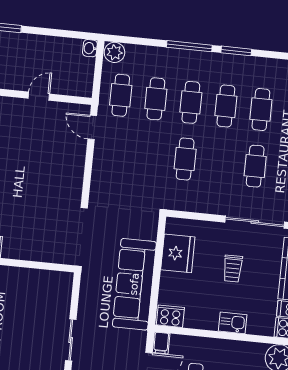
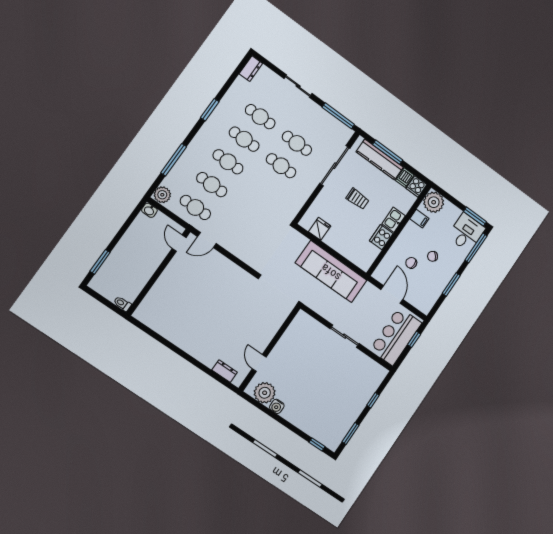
window: (189, 46) -> (174, 160), moved
door: (39, 96) -> (179, 243), moved
cafe table: (185, 159) -> (281, 166), moved
fridge: (178, 253) -> (320, 229), width x0.53, depth x0.75
cooker: (170, 316) -> (381, 237), moved
filing cabinet: (161, 343) -> (419, 219), moved

